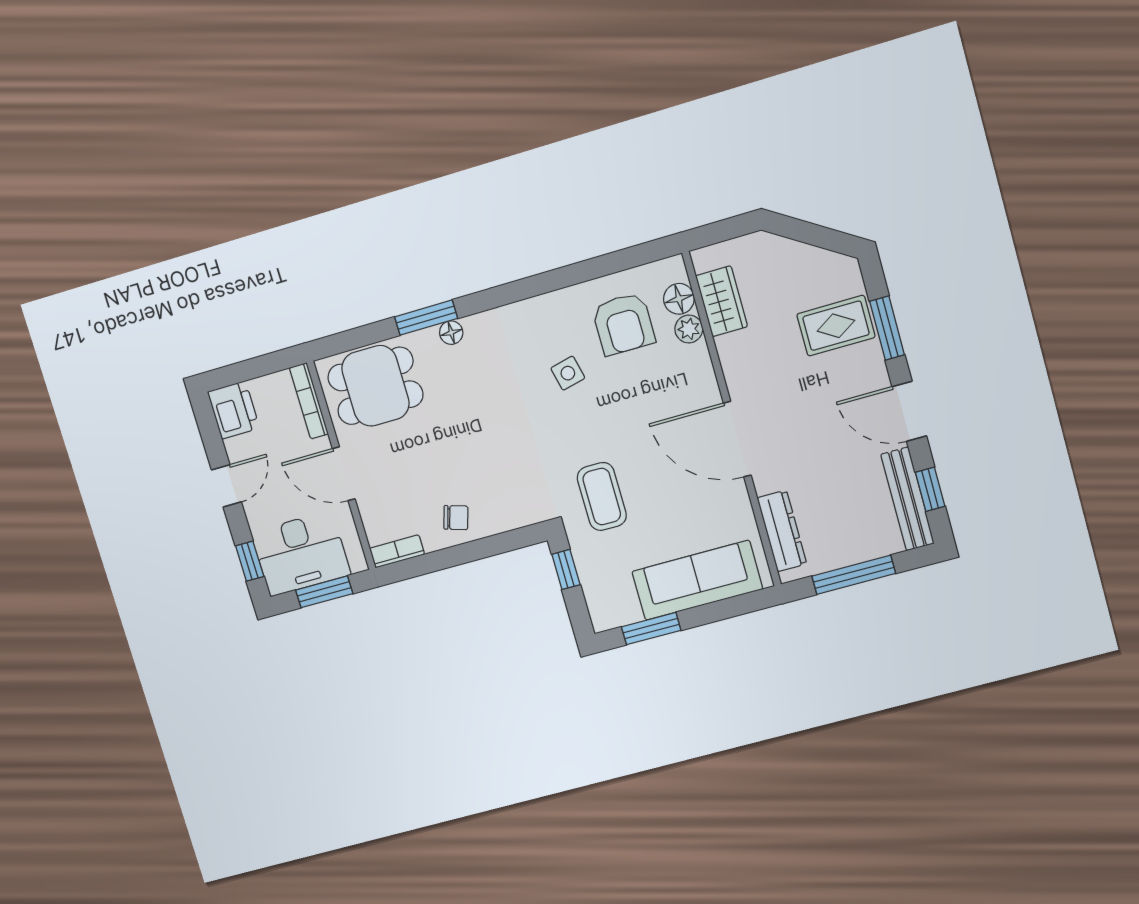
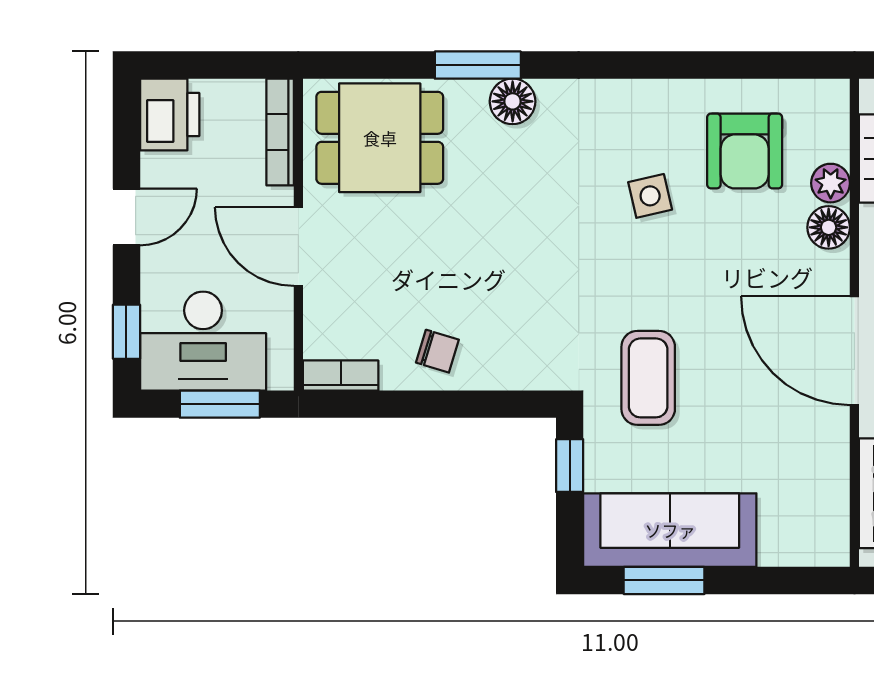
floor lamp: (679, 299) -> (829, 227), moved
floor lamp: (451, 333) -> (513, 101), width x1.37, depth x1.37
sofa: (697, 580) -> (670, 530), moved

